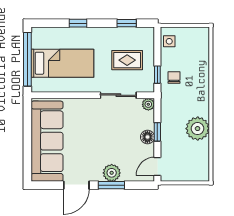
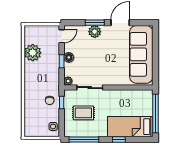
window: (127, 23) -> (84, 140), width x2.17
bed: (62, 63) -> (130, 127), moved
plant: (198, 129) -> (33, 53), moved

